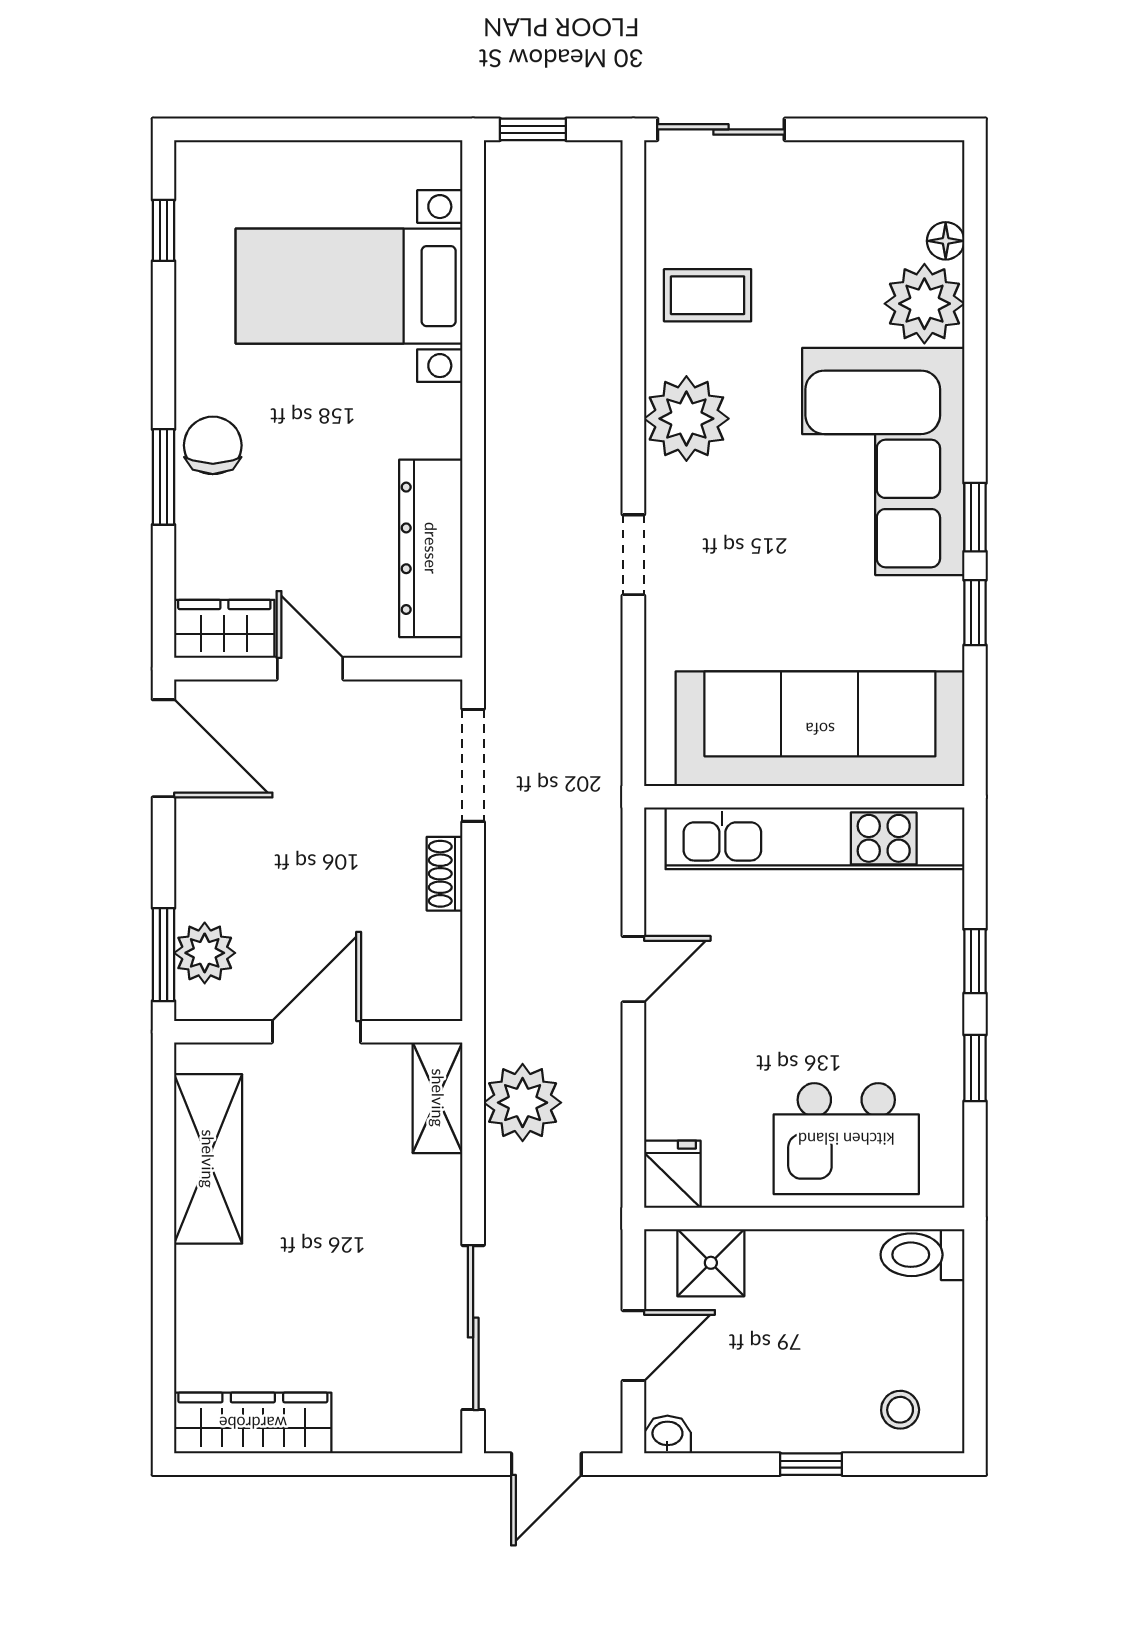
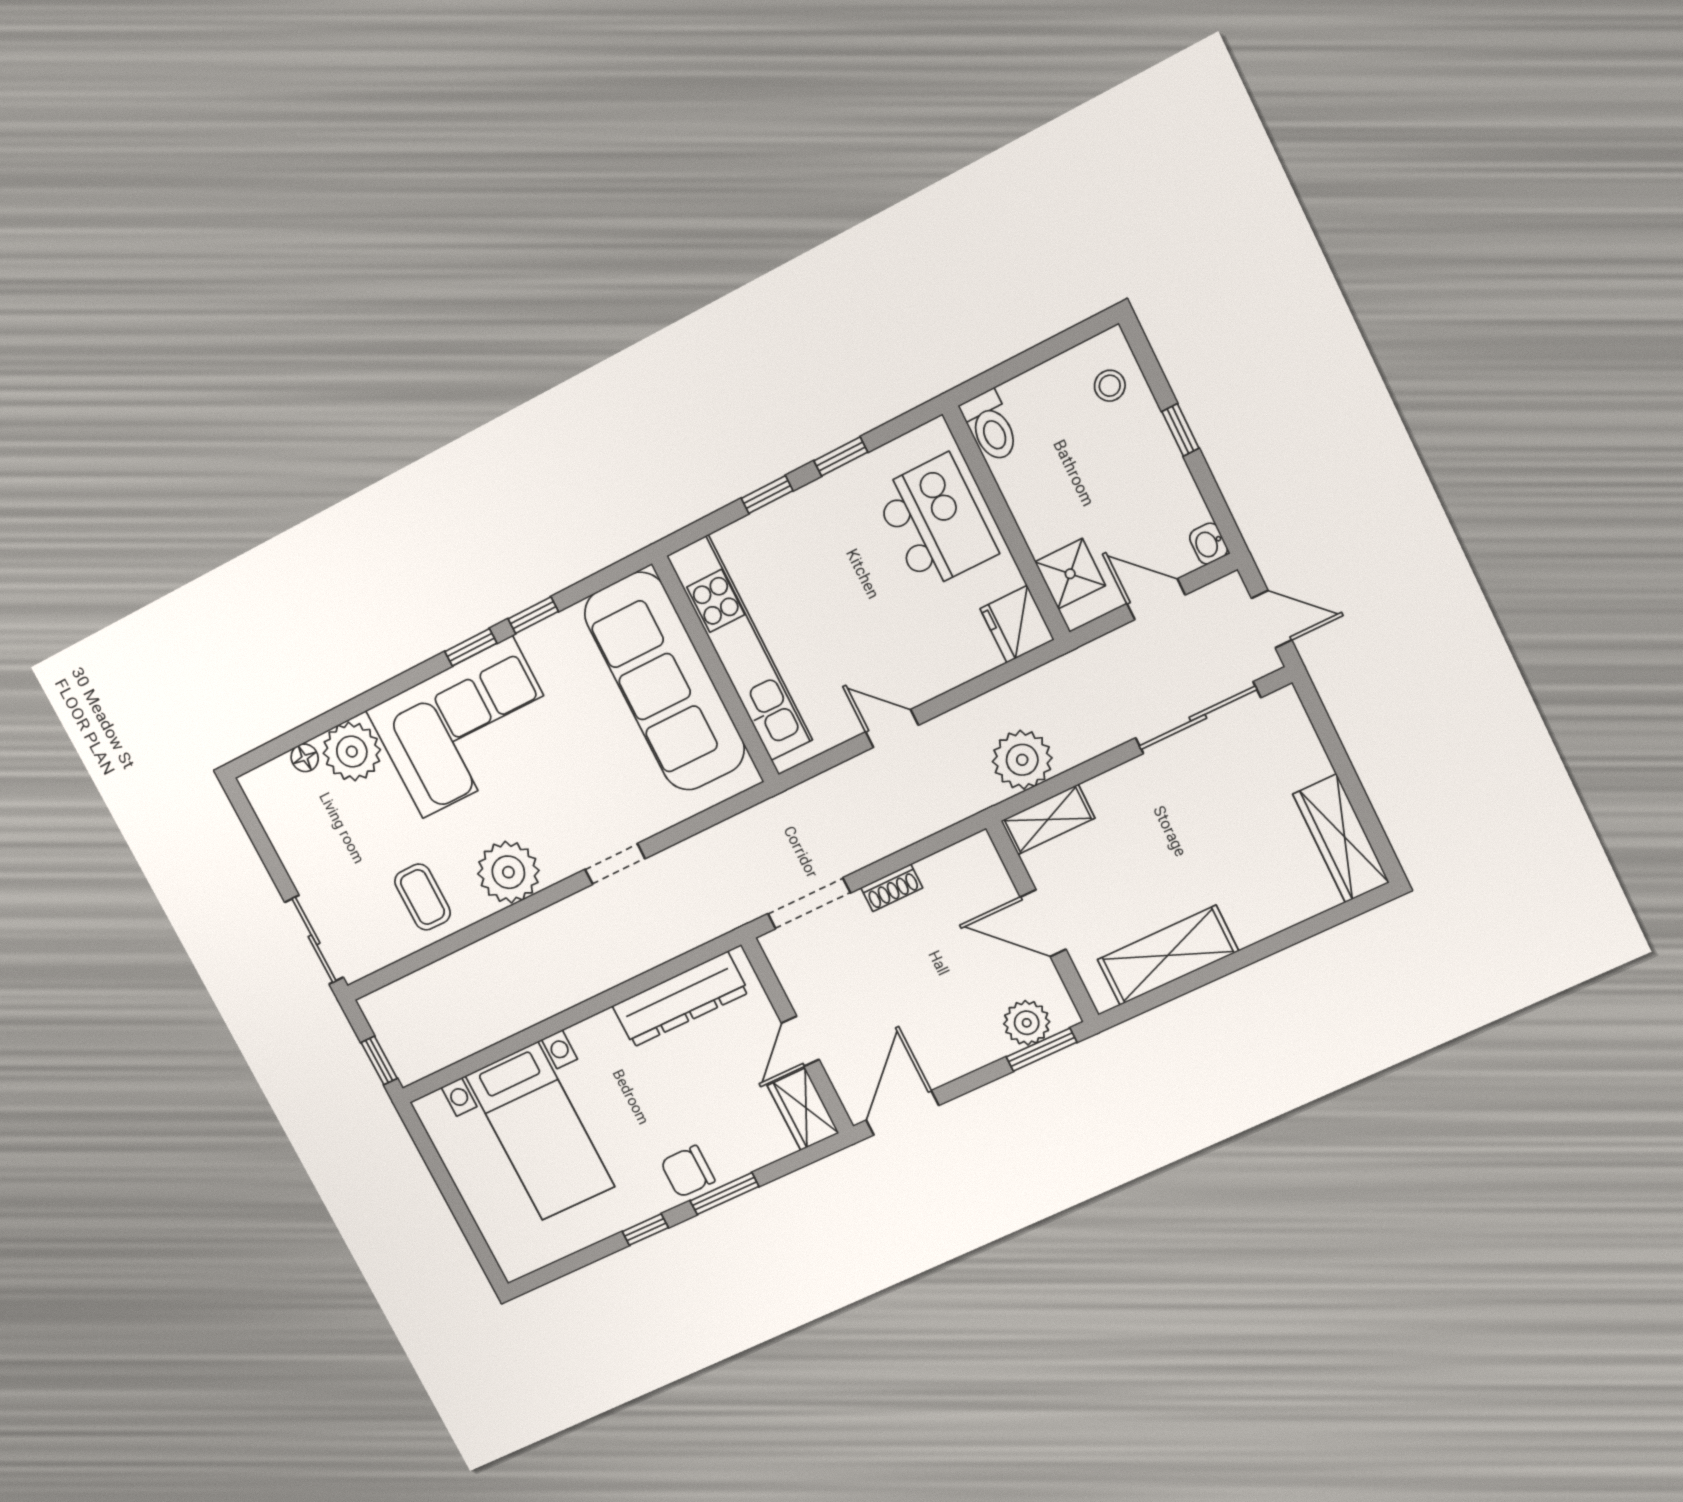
window: (164, 230) -> (645, 1230), moved
fridge: (672, 1174) -> (1017, 624), width x1.38

